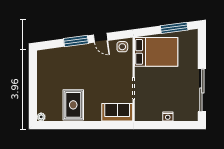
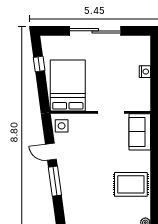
window: (174, 28) -> (39, 64), width x0.46
door: (101, 38) -> (51, 152), swing flipped
sliding door: (202, 90) -> (95, 31), moved

